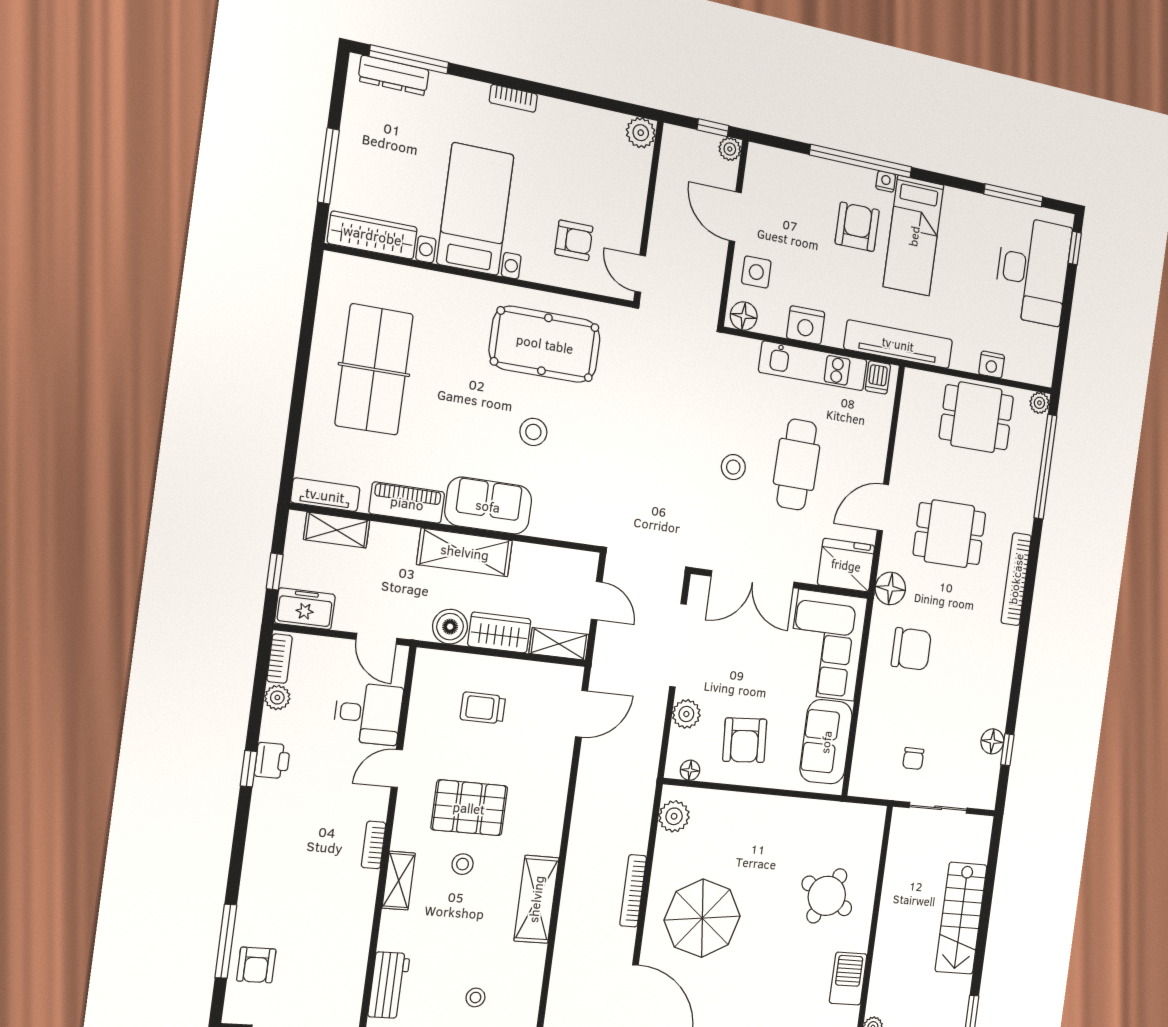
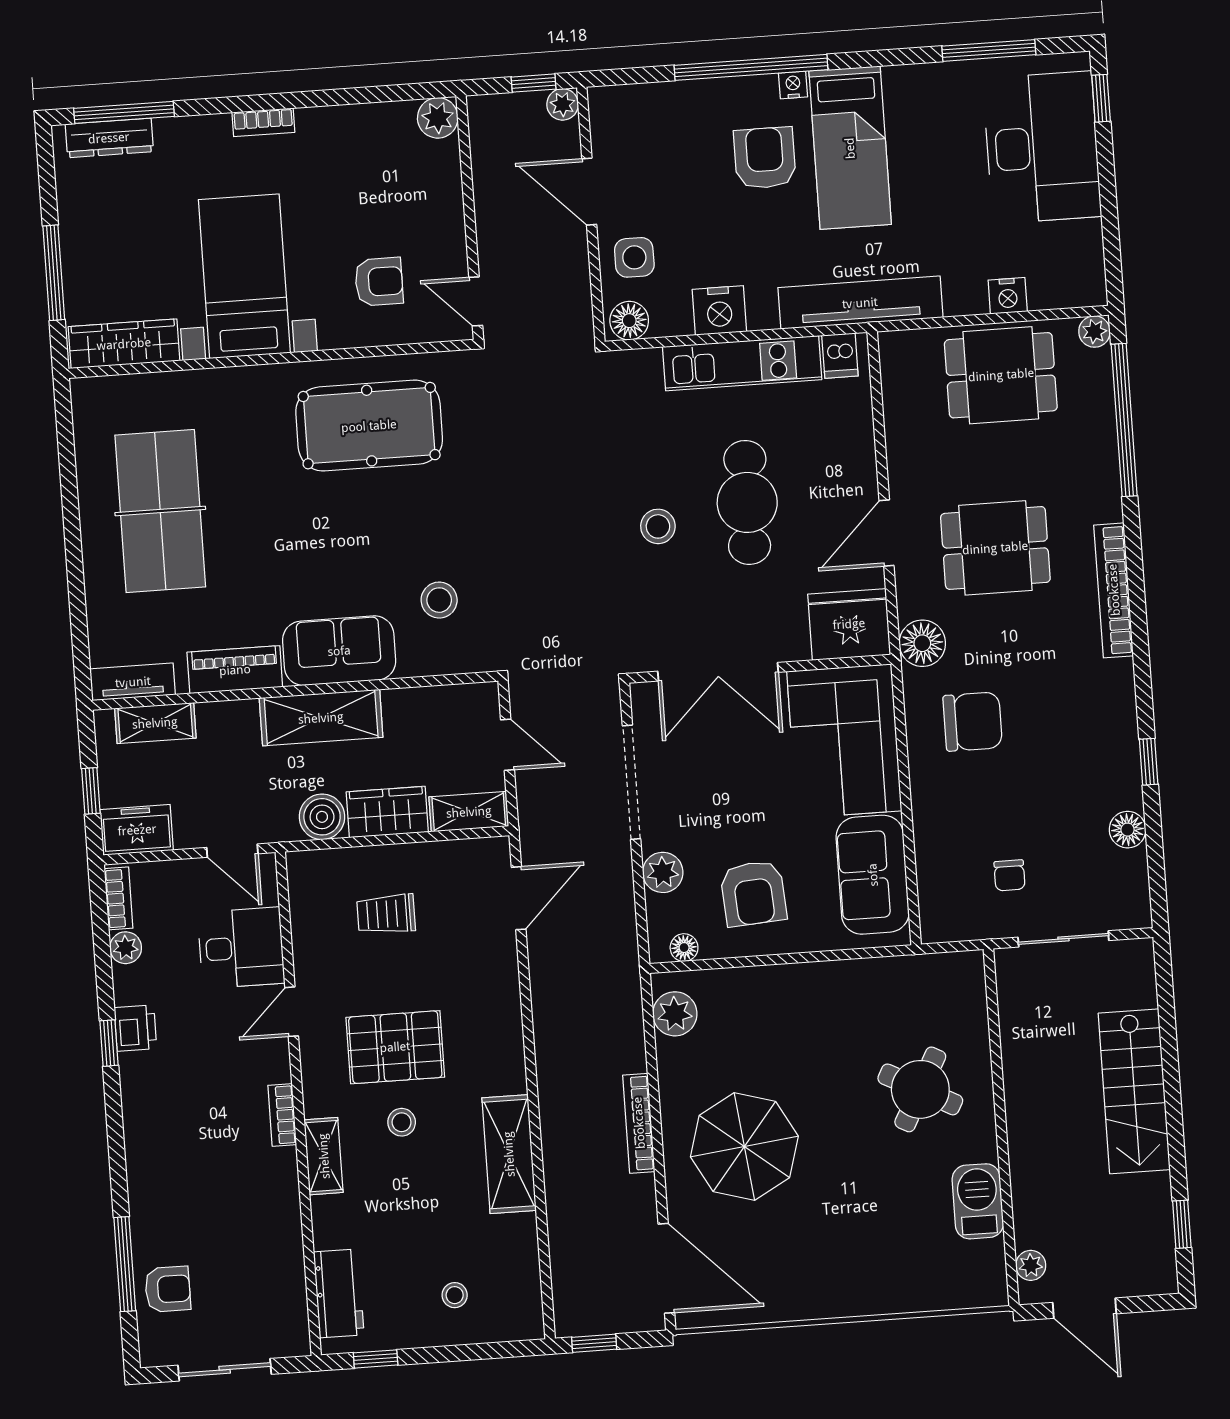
stool: (533, 432) -> (439, 600), moved
window: (1007, 750) -> (1149, 762), moved
armchair: (256, 965) -> (168, 1289), turned -90

